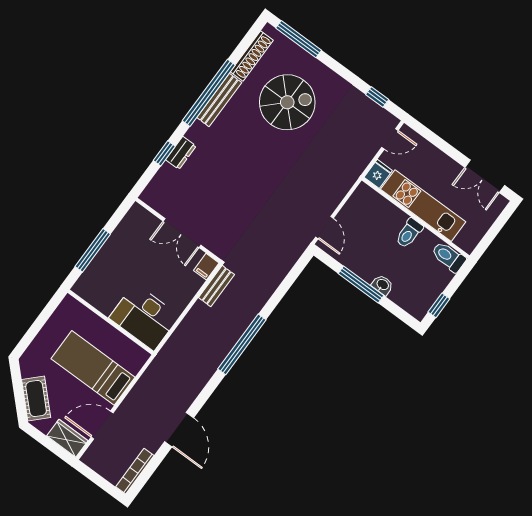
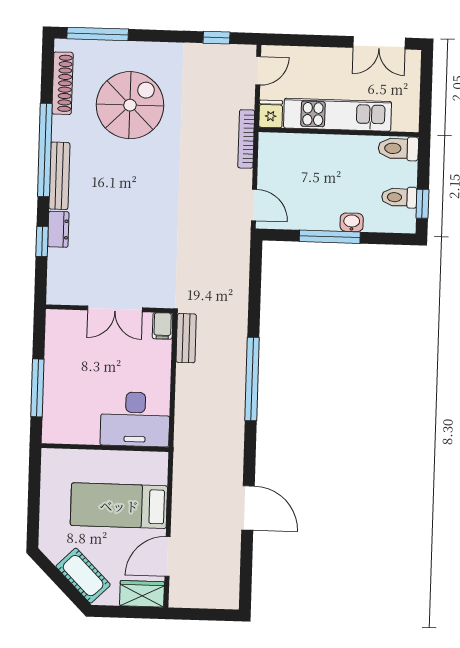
bench: (219, 100) -> (59, 176), moved
toilet: (409, 233) -> (399, 197), moved, turned 90
bookcase: (135, 471) -> (246, 139), moved

